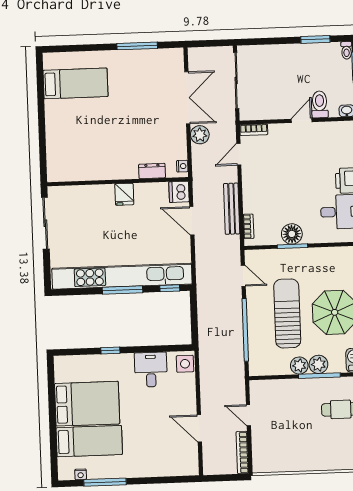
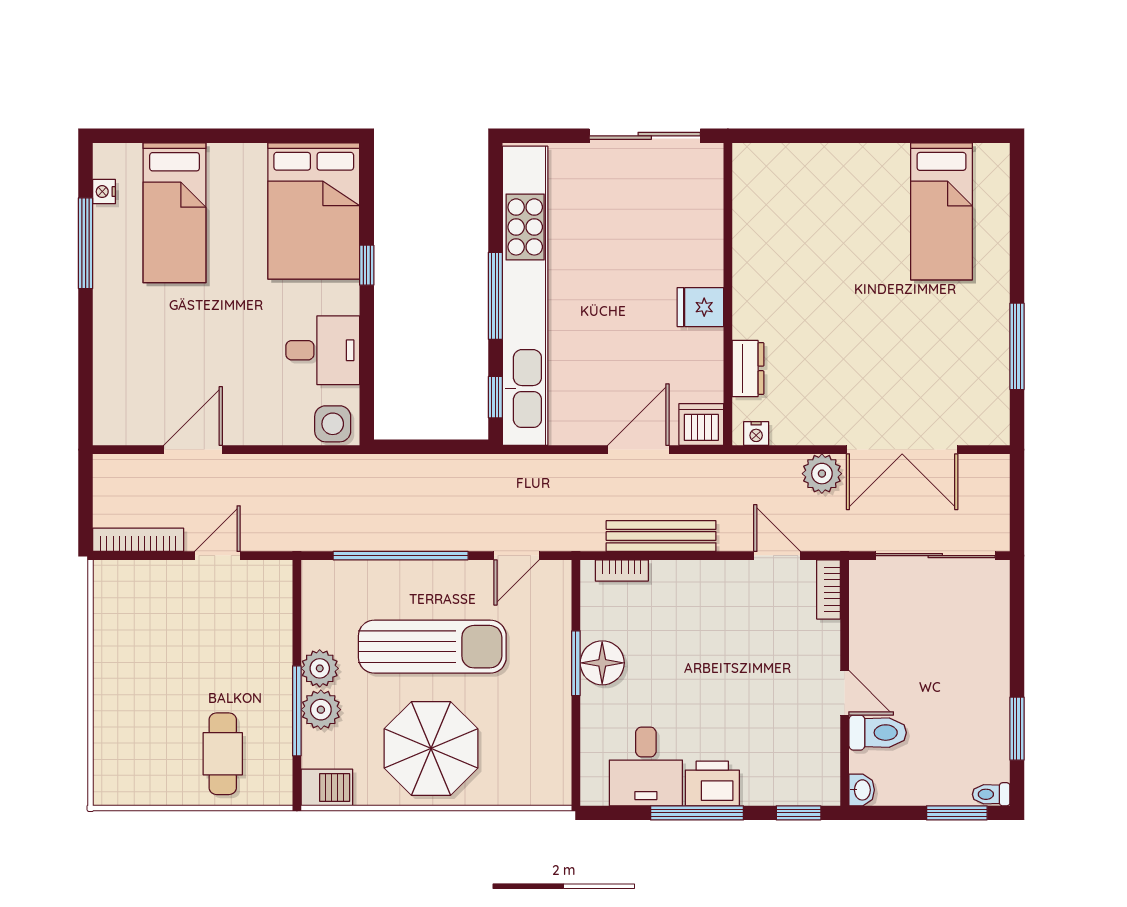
bed: (87, 404) -> (314, 211), moved

